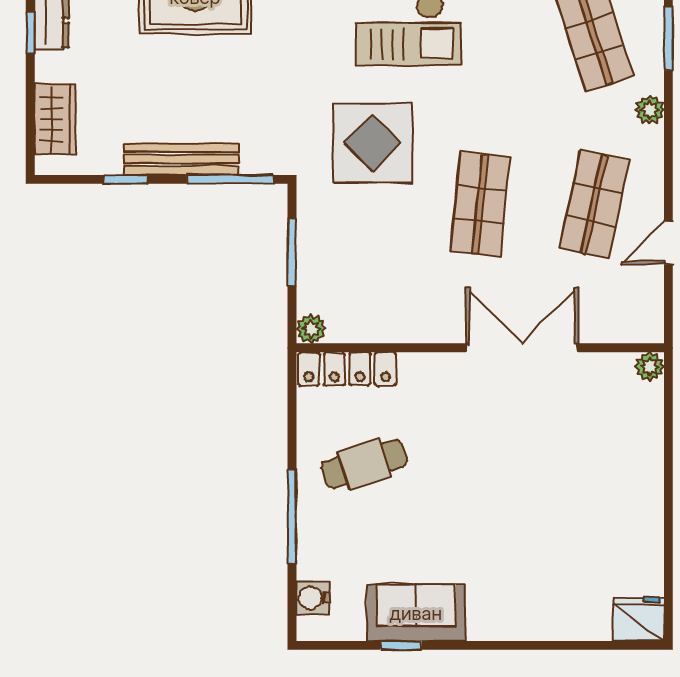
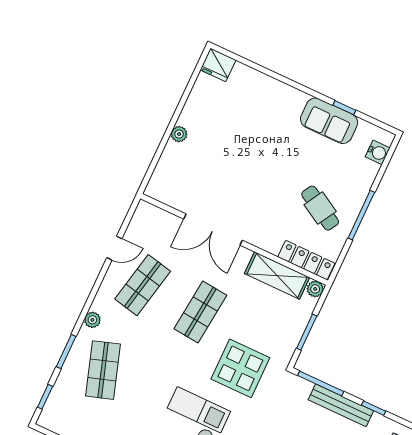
shelving: (383, 322) -> (277, 275), added
plant: (650, 367) -> (179, 134), moved
cafe table: (364, 464) -> (320, 208), turned 47
window: (292, 517) -> (361, 215), moved

